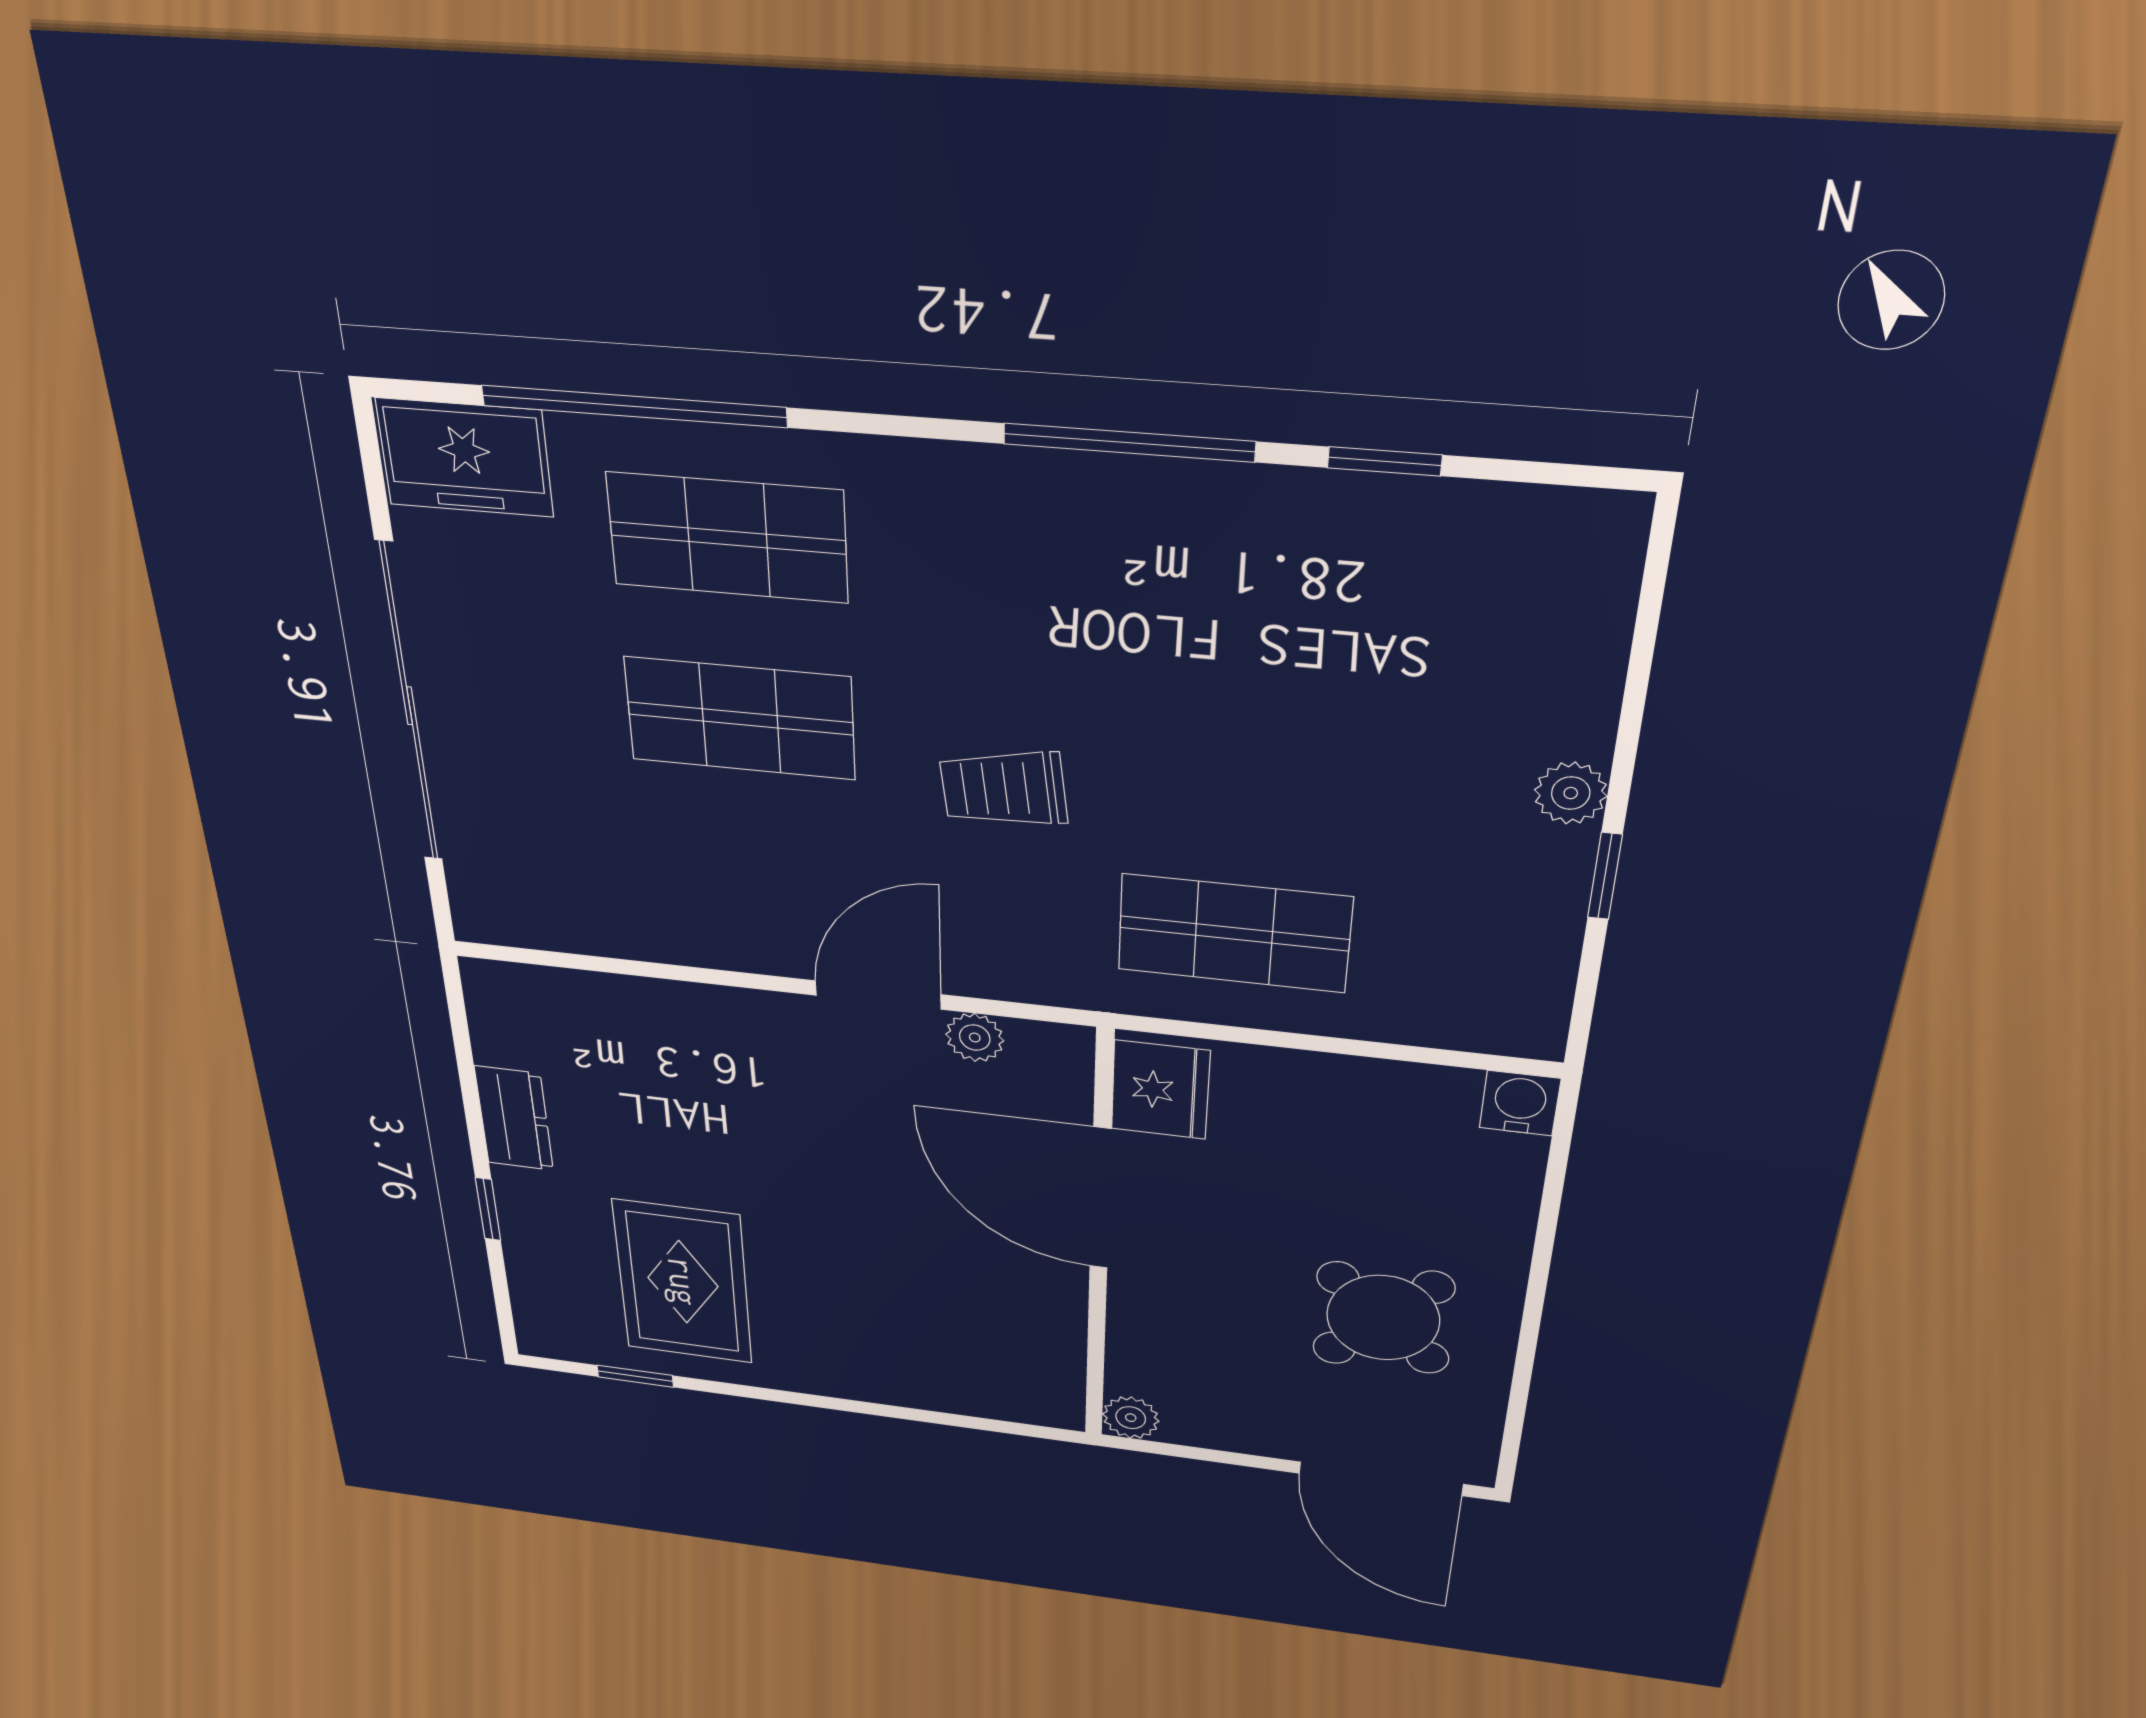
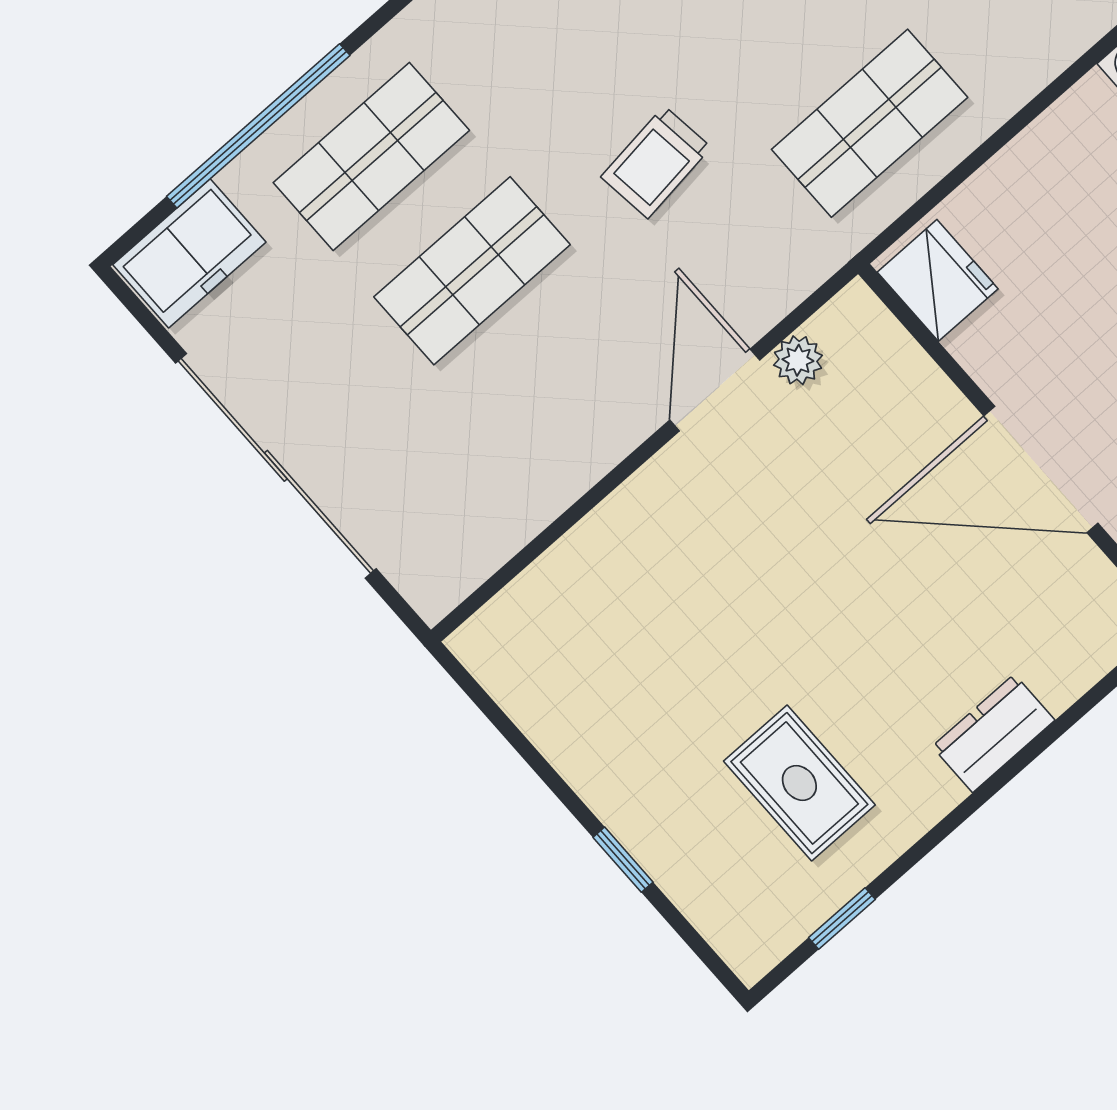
dresser: (514, 1118) -> (993, 733), moved, turned -90
door: (1100, 1199) -> (1041, 469), moved
rug: (683, 1282) -> (799, 783), width x0.73, depth x0.70

